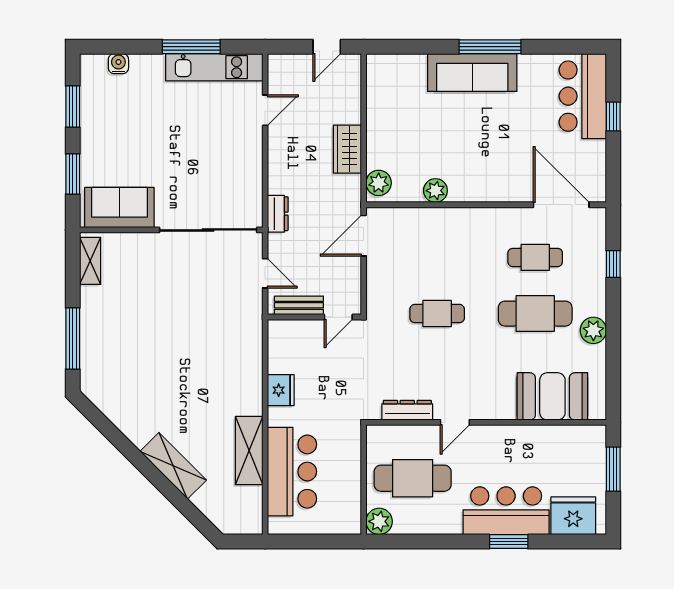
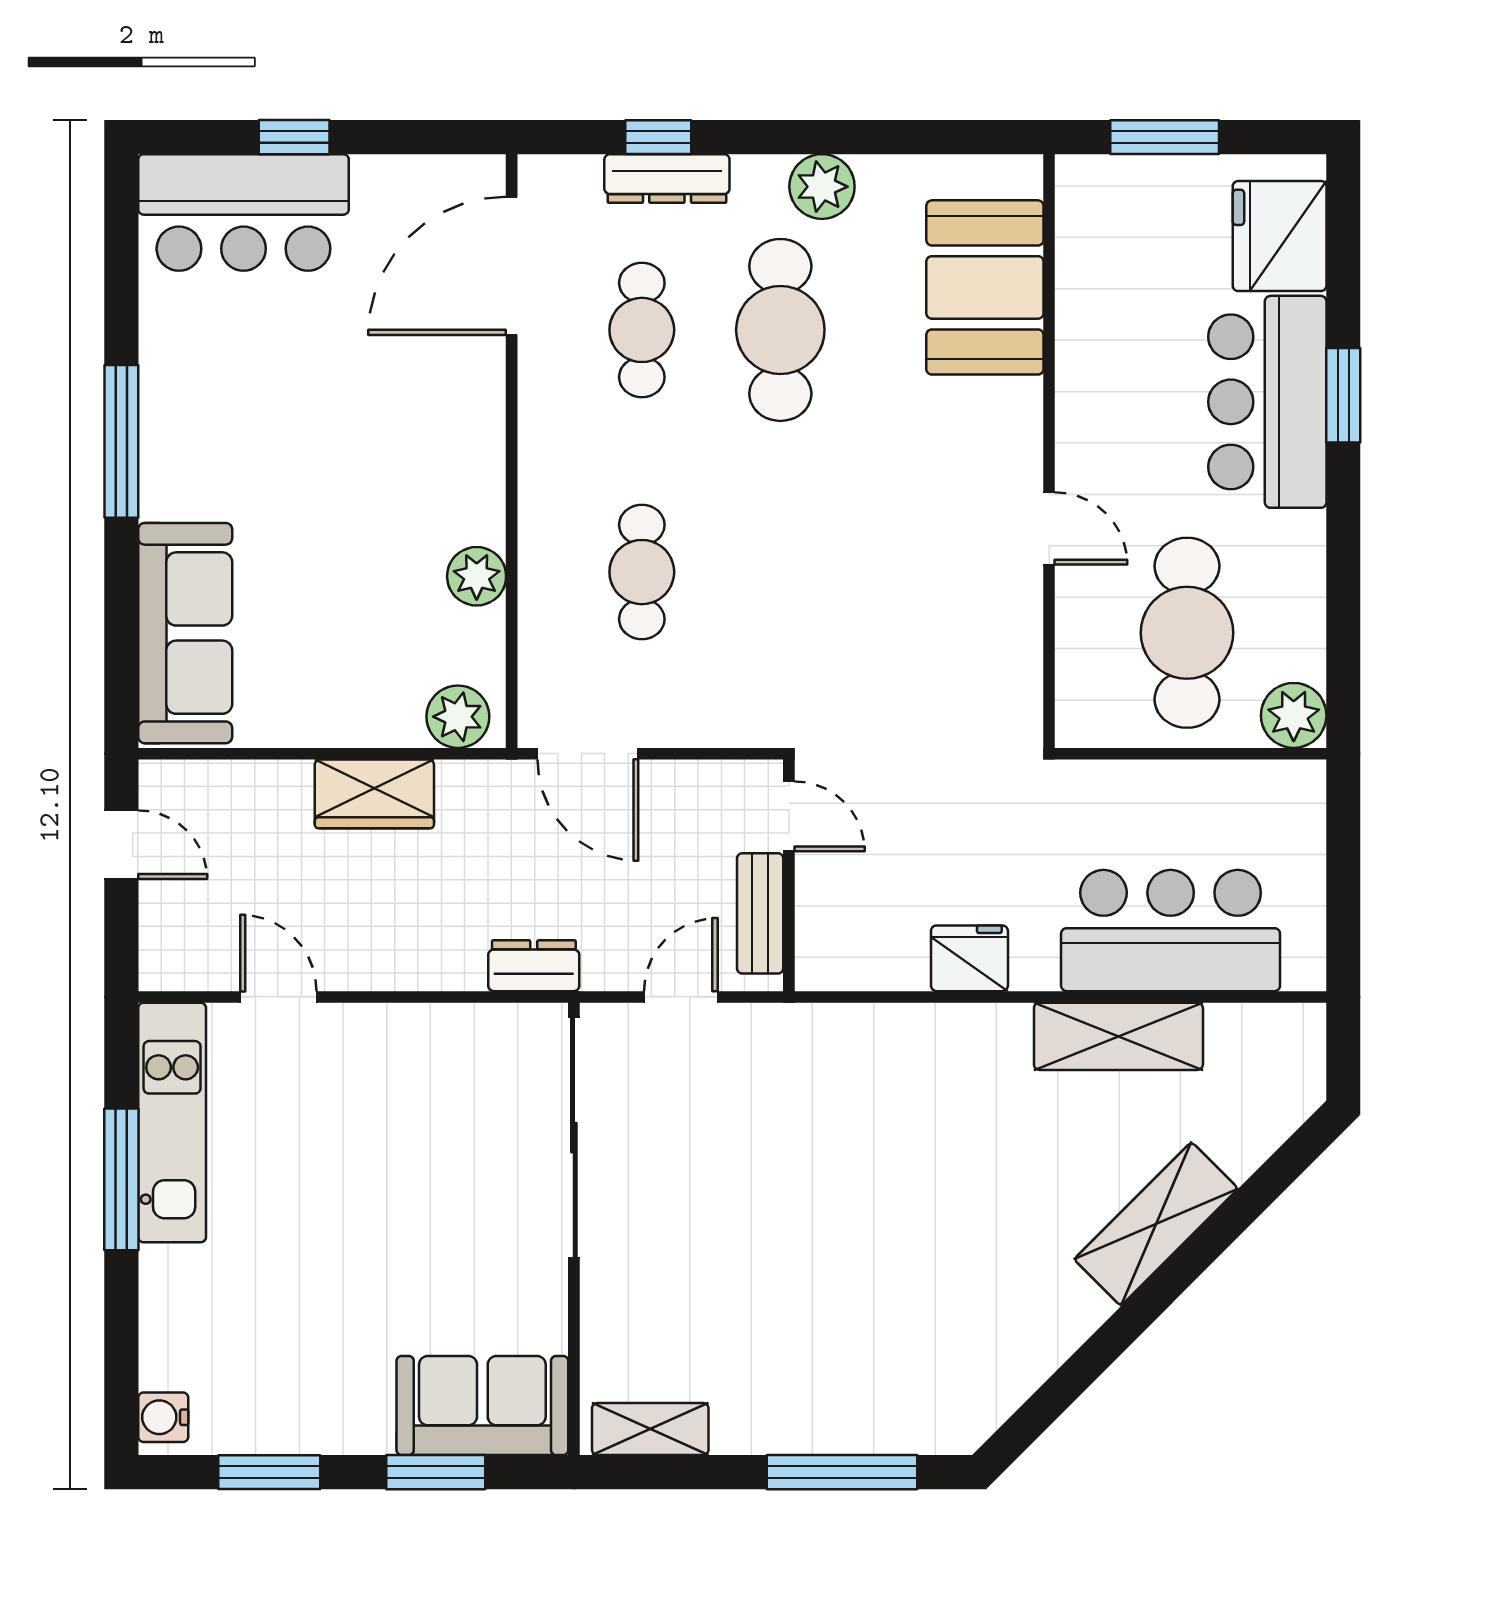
water cooler: (118, 64) -> (163, 1417), moved
sofa: (472, 73) -> (185, 633), moved
sofa: (119, 208) -> (482, 1406), moved, turned 90
cafe table: (437, 314) -> (642, 572), moved
dresser: (407, 410) -> (667, 178), moved, turned -90

